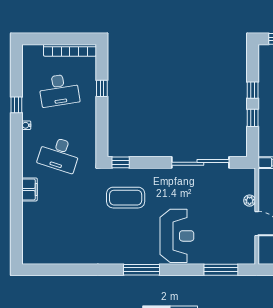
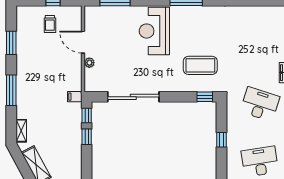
window: (102, 88) -> (222, 140), moved
window: (253, 90) -> (87, 116), moved

